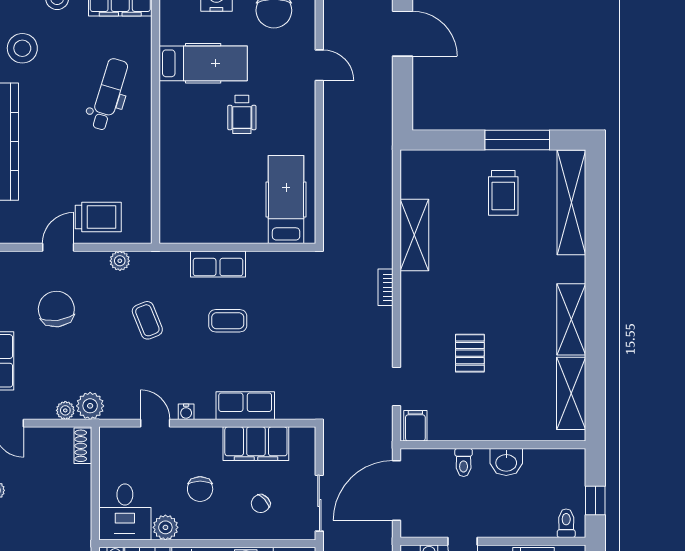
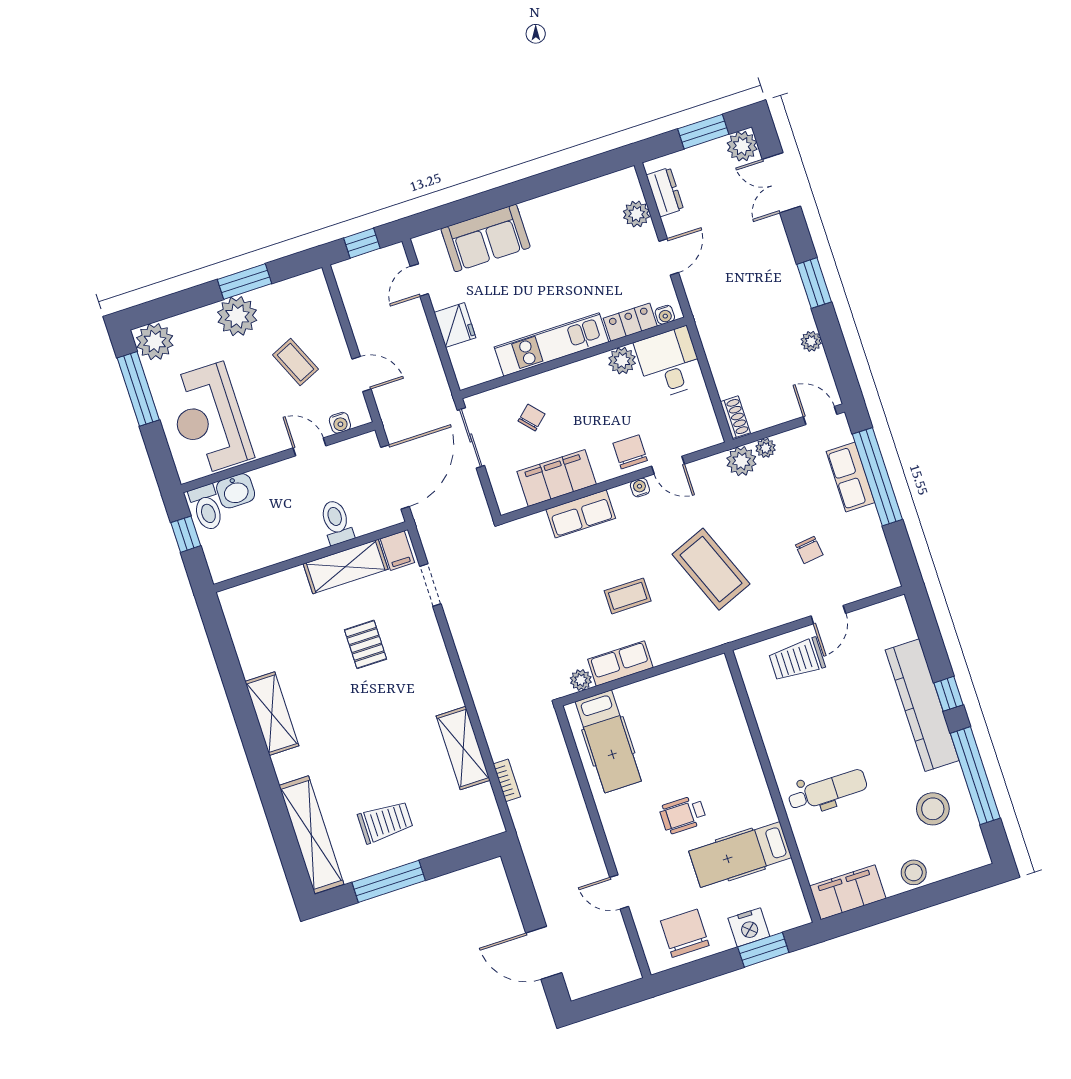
dental chair: (109, 94) -> (828, 790), turned -107
wheelchair: (242, 114) -> (683, 815), turned -90
trolley: (503, 193) -> (385, 822), turned 90
plant: (120, 261) -> (581, 680), moved
row of seats: (218, 264) -> (620, 663), moved
bookcase: (385, 287) -> (507, 780), moved
chair: (56, 309) -> (809, 550), width x0.54, depth x0.54
coffee table: (147, 320) -> (711, 569), width x1.86, depth x1.72
shelving: (571, 393) -> (346, 567), moved, turned 90
washbasin: (506, 462) -> (236, 491), moved, turned 180
toilet: (464, 463) -> (337, 522), width x1.37, depth x1.39
chair: (200, 489) -> (630, 452), moved
toilet: (566, 523) -> (207, 508), width x1.37, depth x1.39

